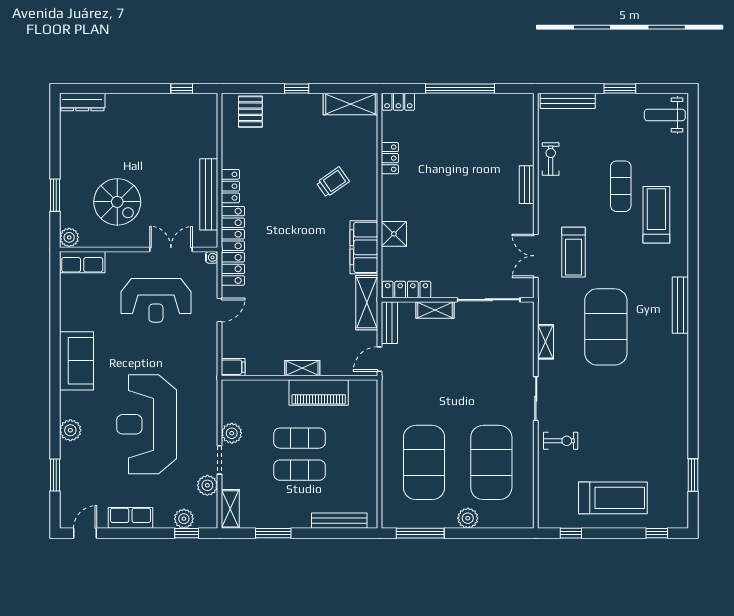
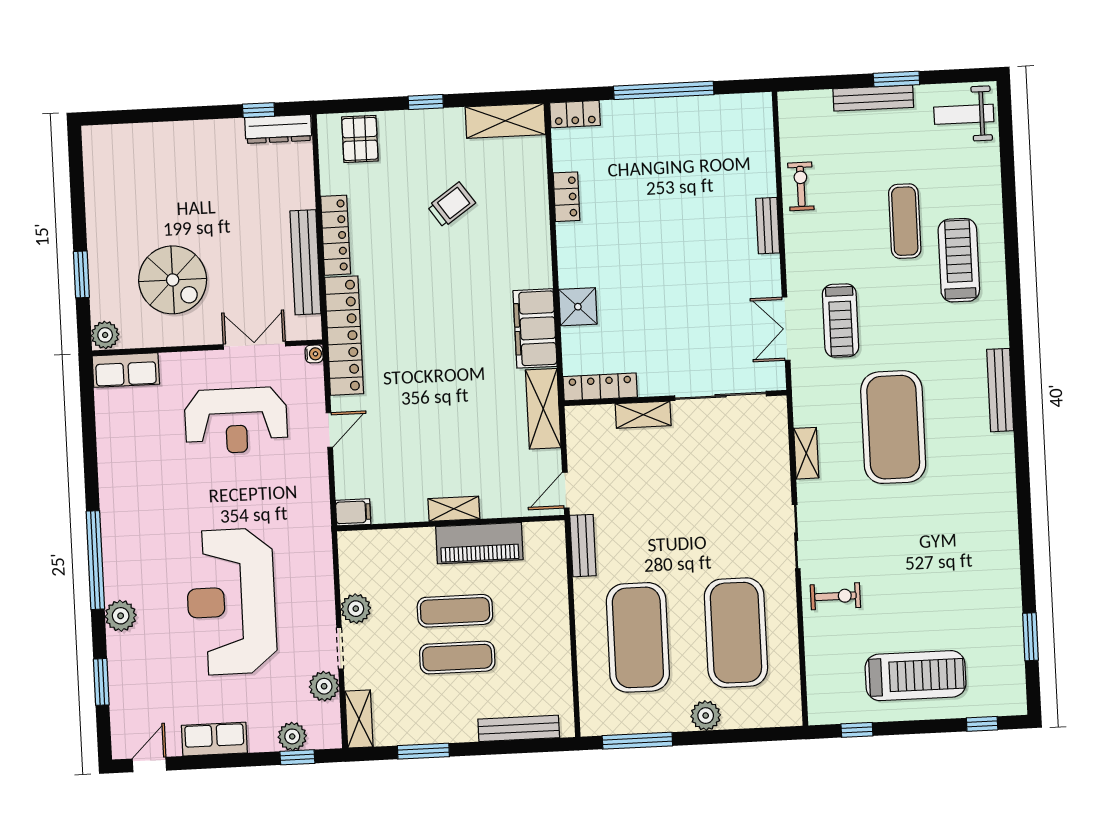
bench: (568, 101) -> (873, 98), moved
dresser: (82, 102) -> (278, 129), moved
trolley: (333, 182) -> (451, 205), moved
locker: (230, 186) -> (336, 235), width x1.53
bench: (389, 323) -> (583, 546), moved
sofa: (76, 361) -> (125, 514), removed
window: (55, 391) -> (95, 560), added

